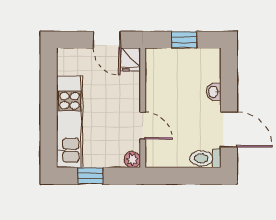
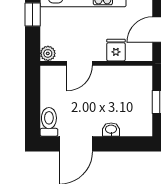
fridge: (131, 60) -> (116, 50), moved, turned 90

